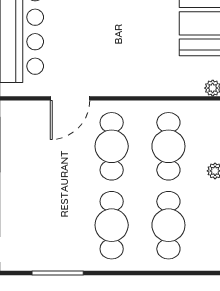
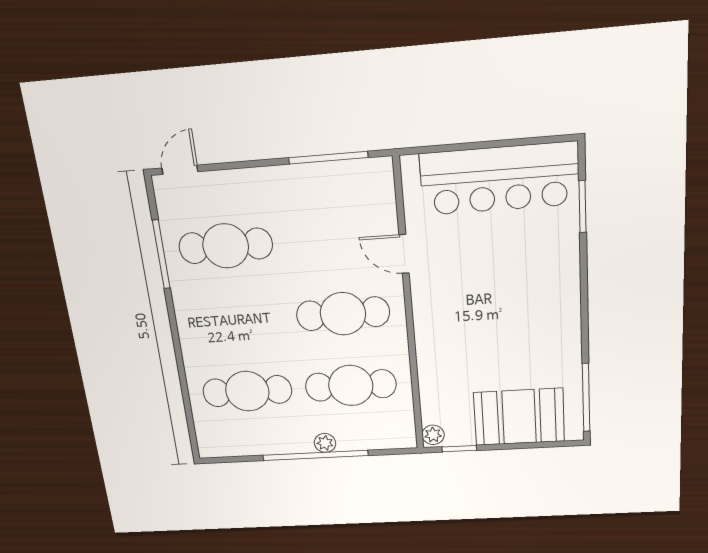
door: (70, 98) -> (404, 254), width x0.73
cafe table: (112, 225) -> (226, 246), moved

